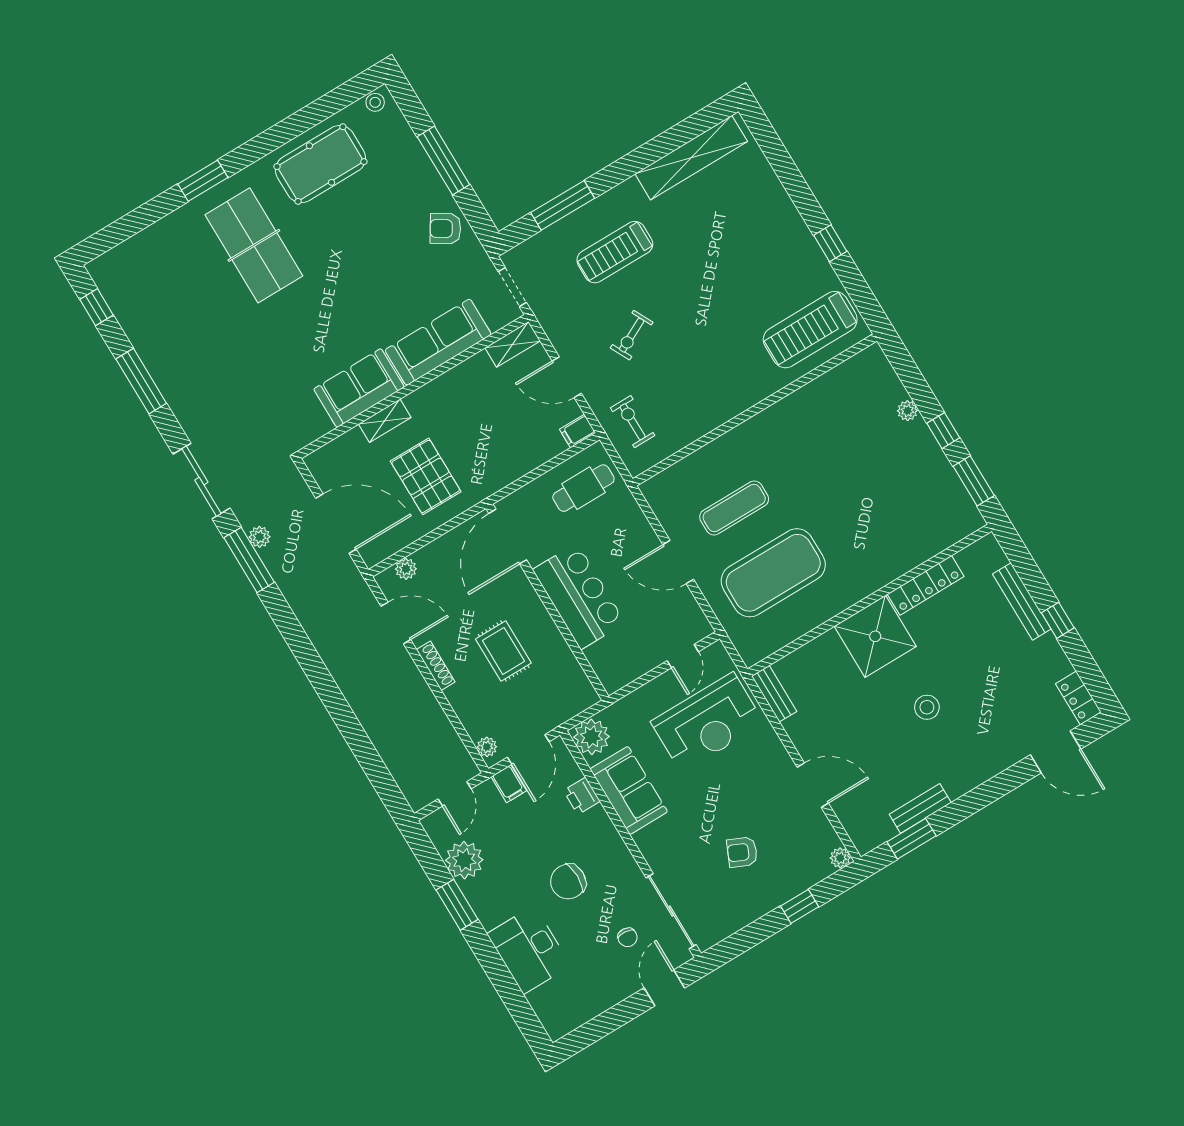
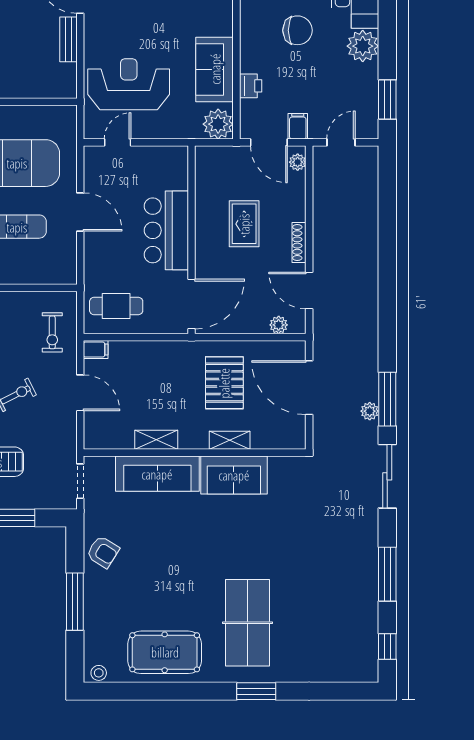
shelving: (513, 344) -> (156, 440), moved
bench: (774, 694) -> (68, 39), moved
door: (528, 749) -> (269, 142), swing flipped
plant: (464, 860) -> (363, 46), moved
window: (457, 905) -> (387, 100), moved

